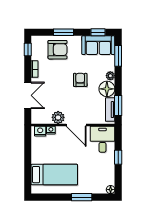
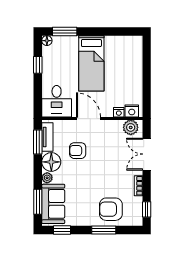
sofa: (98, 45) -> (53, 204), moved, turned 90
armchair: (80, 80) -> (78, 151), moved, turned 90
plant: (58, 117) -> (131, 127), moved
window: (118, 157) -> (38, 65), moved
bed: (54, 175) -> (91, 63), moved, turned -90
window: (82, 197) -> (65, 31), moved

